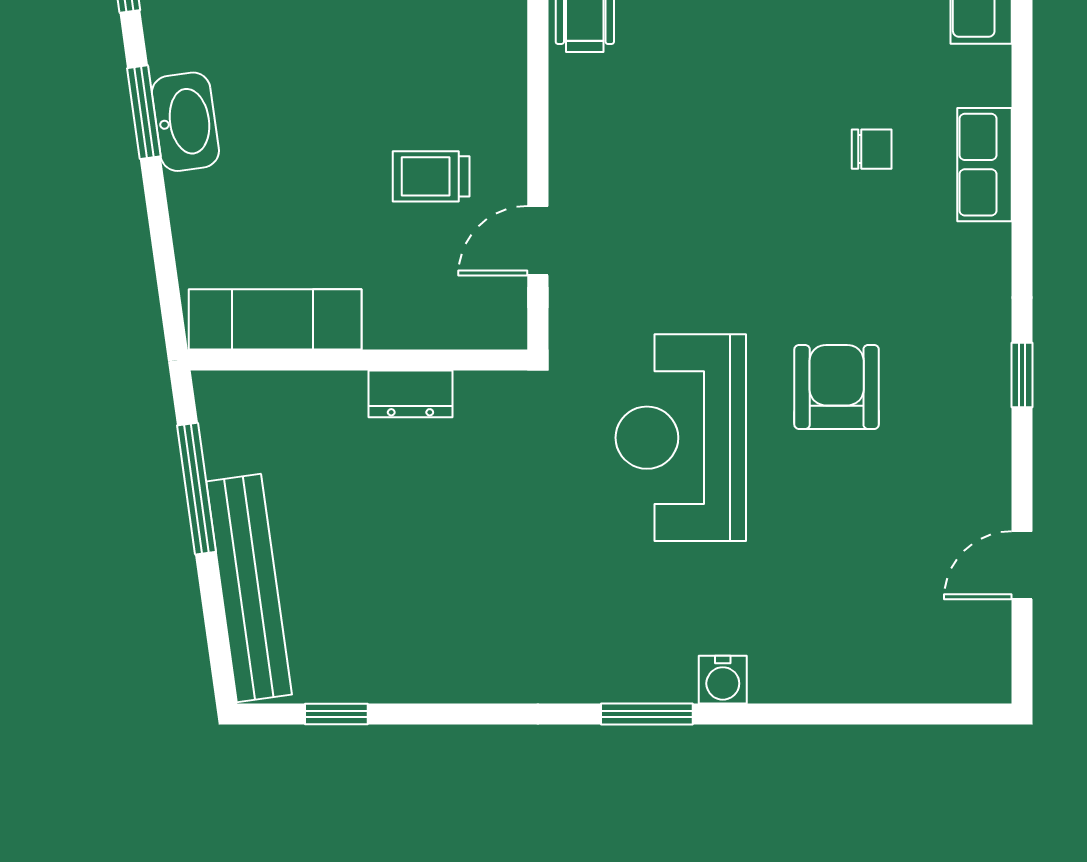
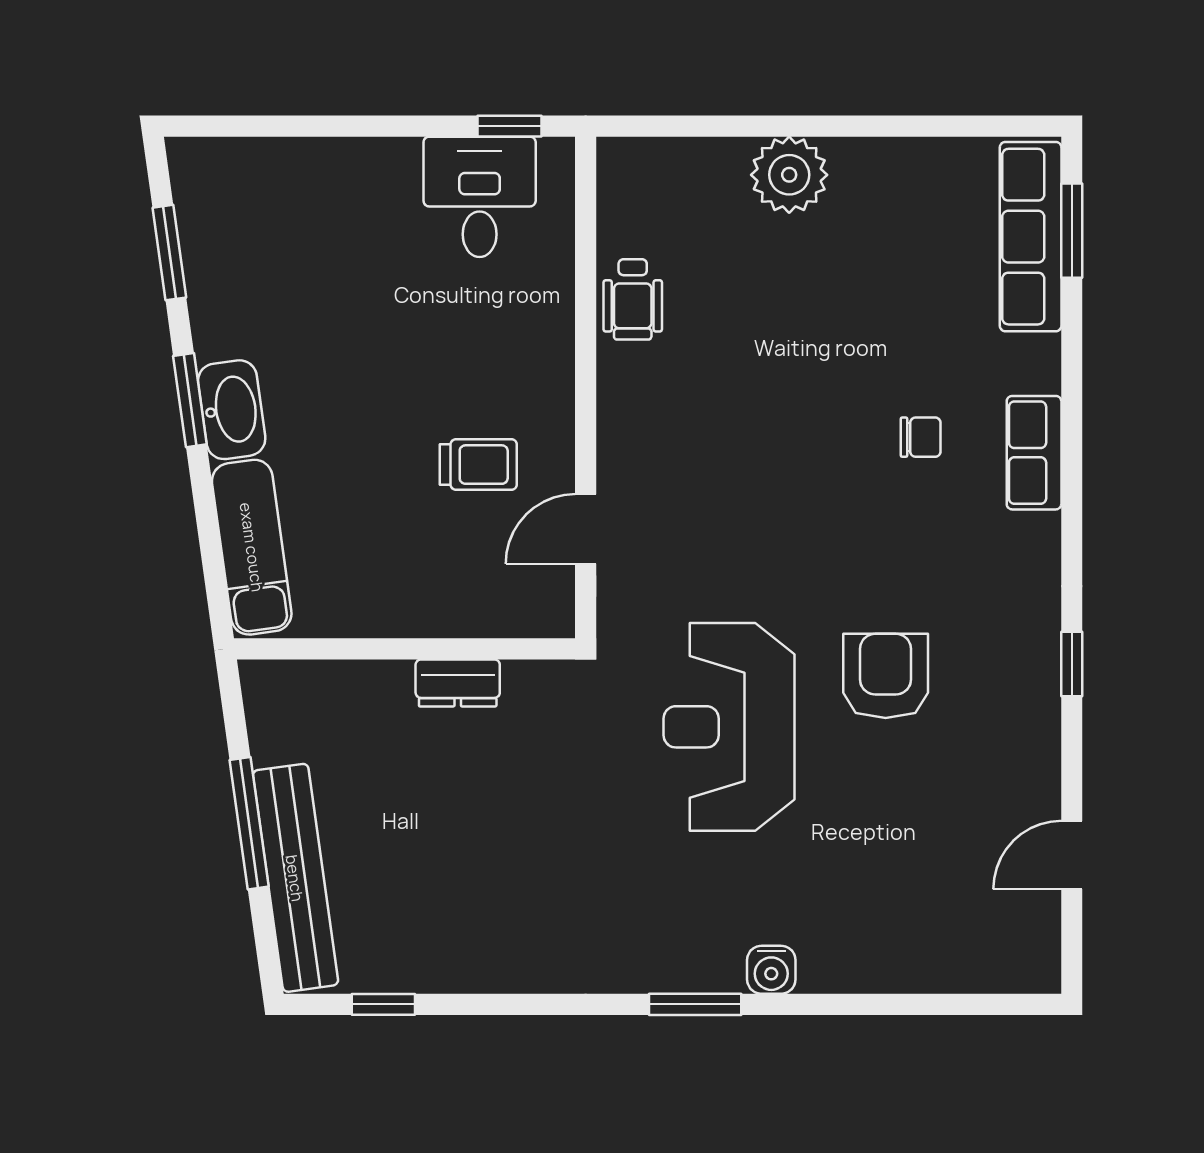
trolley: (431, 176) -> (478, 465), turned 180
exam couch: (275, 319) -> (252, 547), moved, turned 82
window: (197, 489) -> (249, 823), moved

